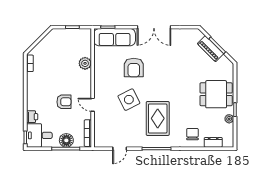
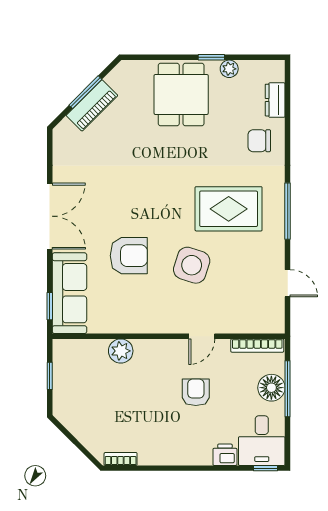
side table: (129, 100) -> (192, 265), turned 45

